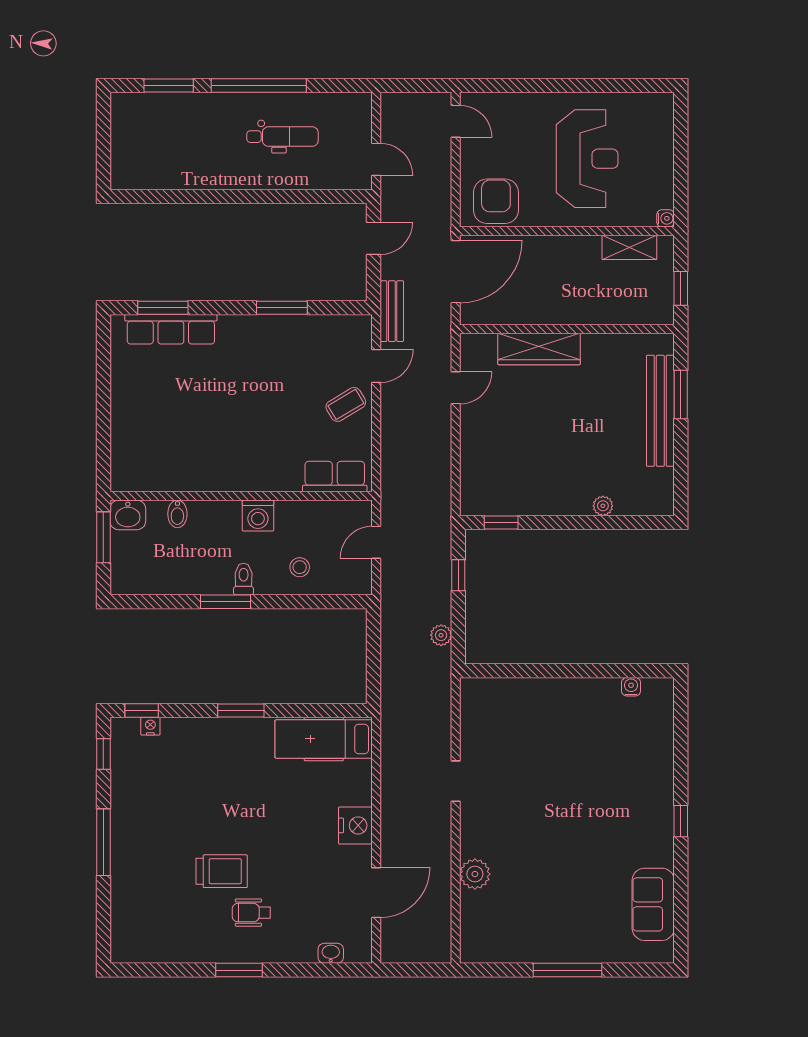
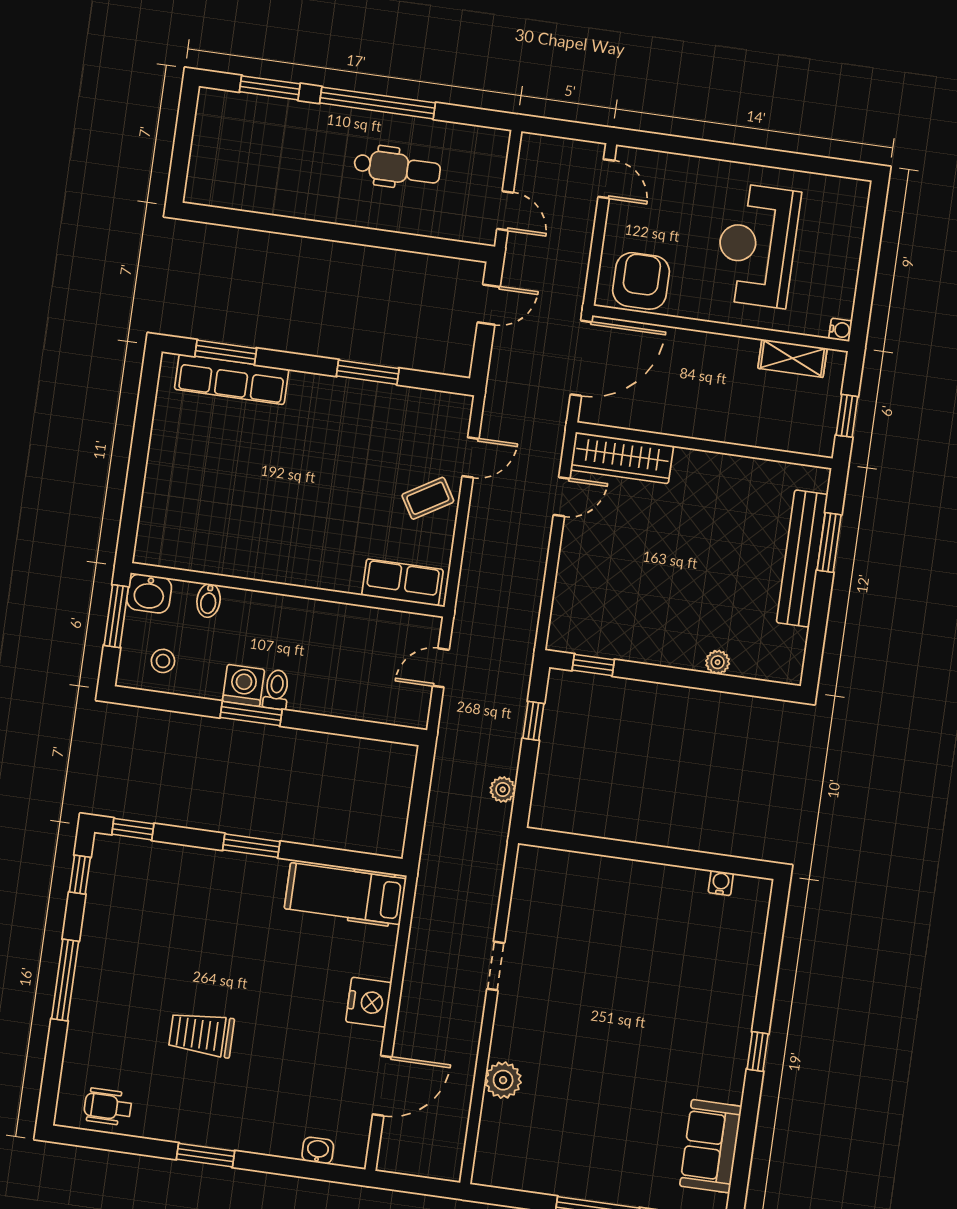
reception desk: (587, 159) -> (757, 245), turned 180
bench: (392, 311) -> (498, 395), removed
wardrobe: (539, 349) -> (622, 458), moved
washing machine: (258, 515) -> (243, 685), moved, turned 180
stool: (300, 567) -> (163, 661), moved
nightstand: (150, 726) -> (141, 849), removed
trolley: (222, 871) -> (201, 1034), turned 180
wheelchair: (251, 913) -> (108, 1107), moved

